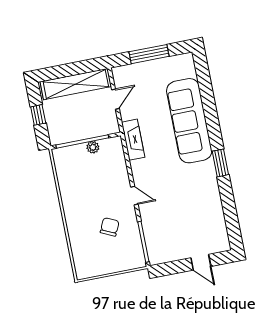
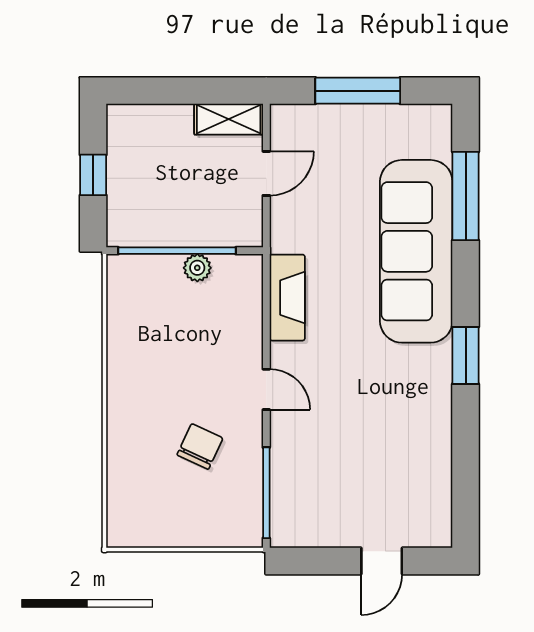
shelving: (76, 84) -> (229, 119), width x0.45, depth x0.75
window: (206, 92) -> (466, 196), added
fireplace: (133, 140) -> (287, 298), moved
door: (201, 262) -> (382, 561), hinge flipped

